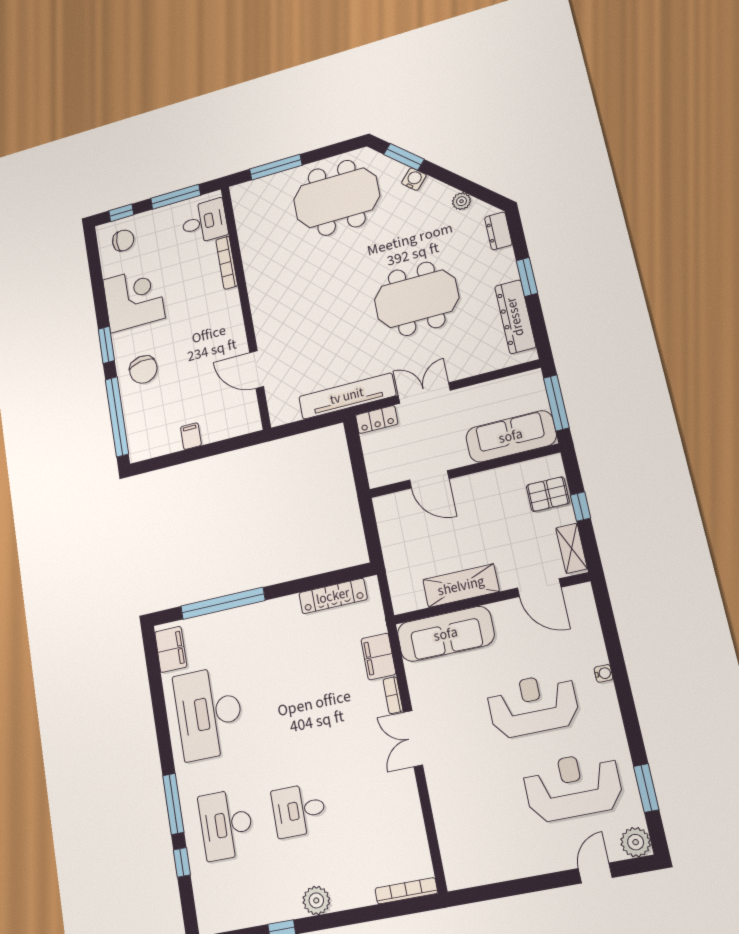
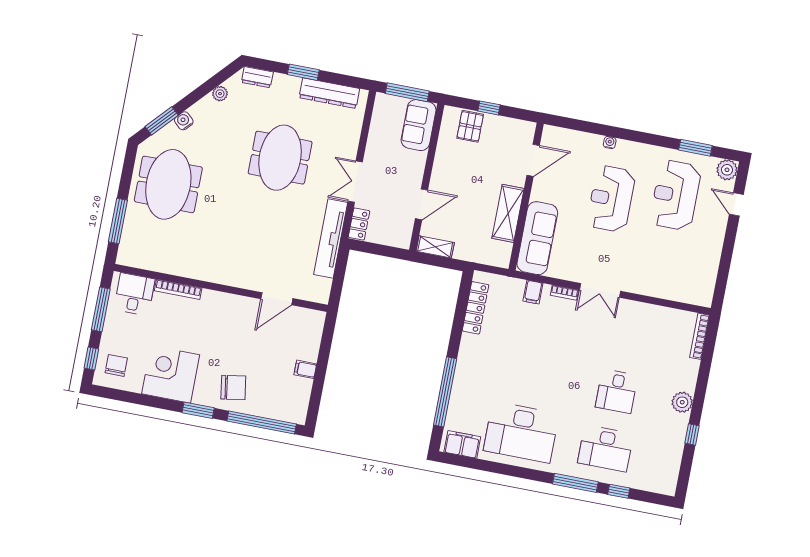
sofa: (511, 436) -> (419, 125), width x0.73
shelving: (572, 548) -> (435, 247), moved
filing cabinet: (378, 657) -> (533, 292), width x0.50

